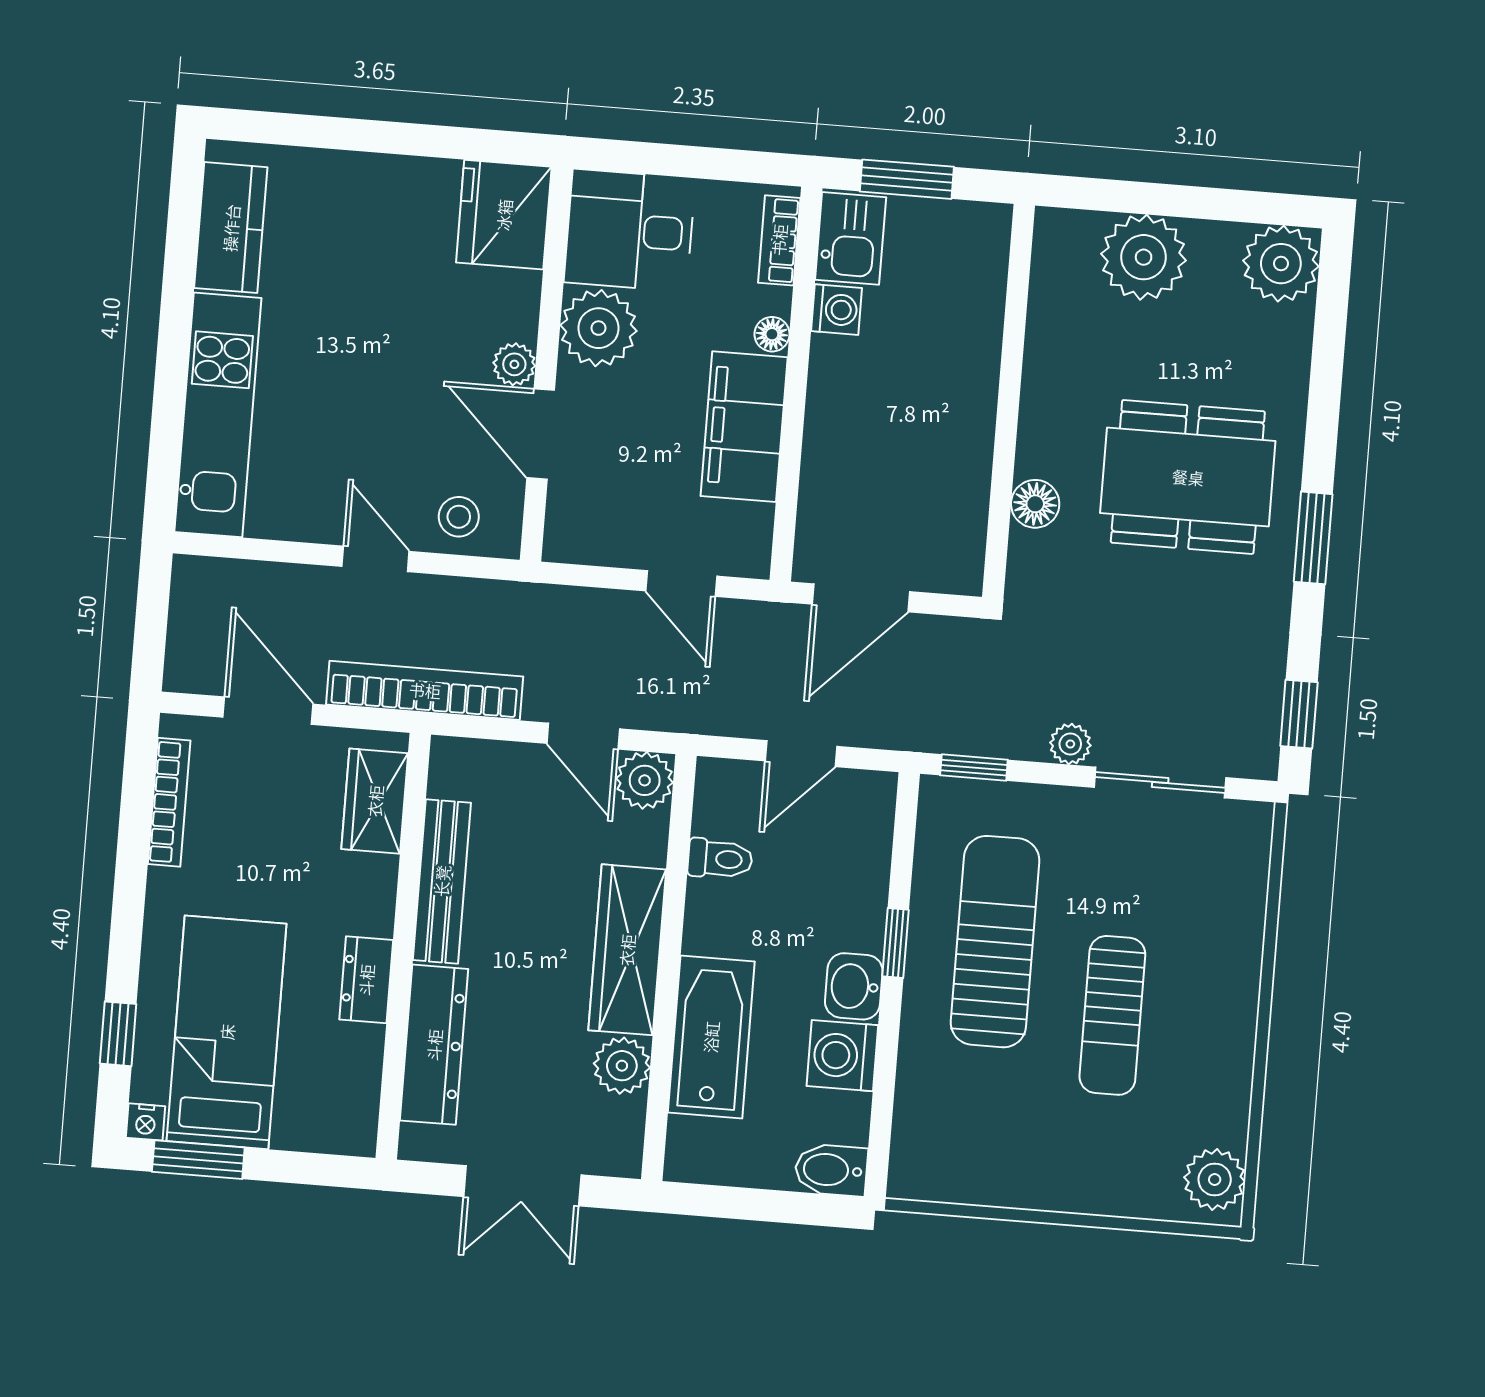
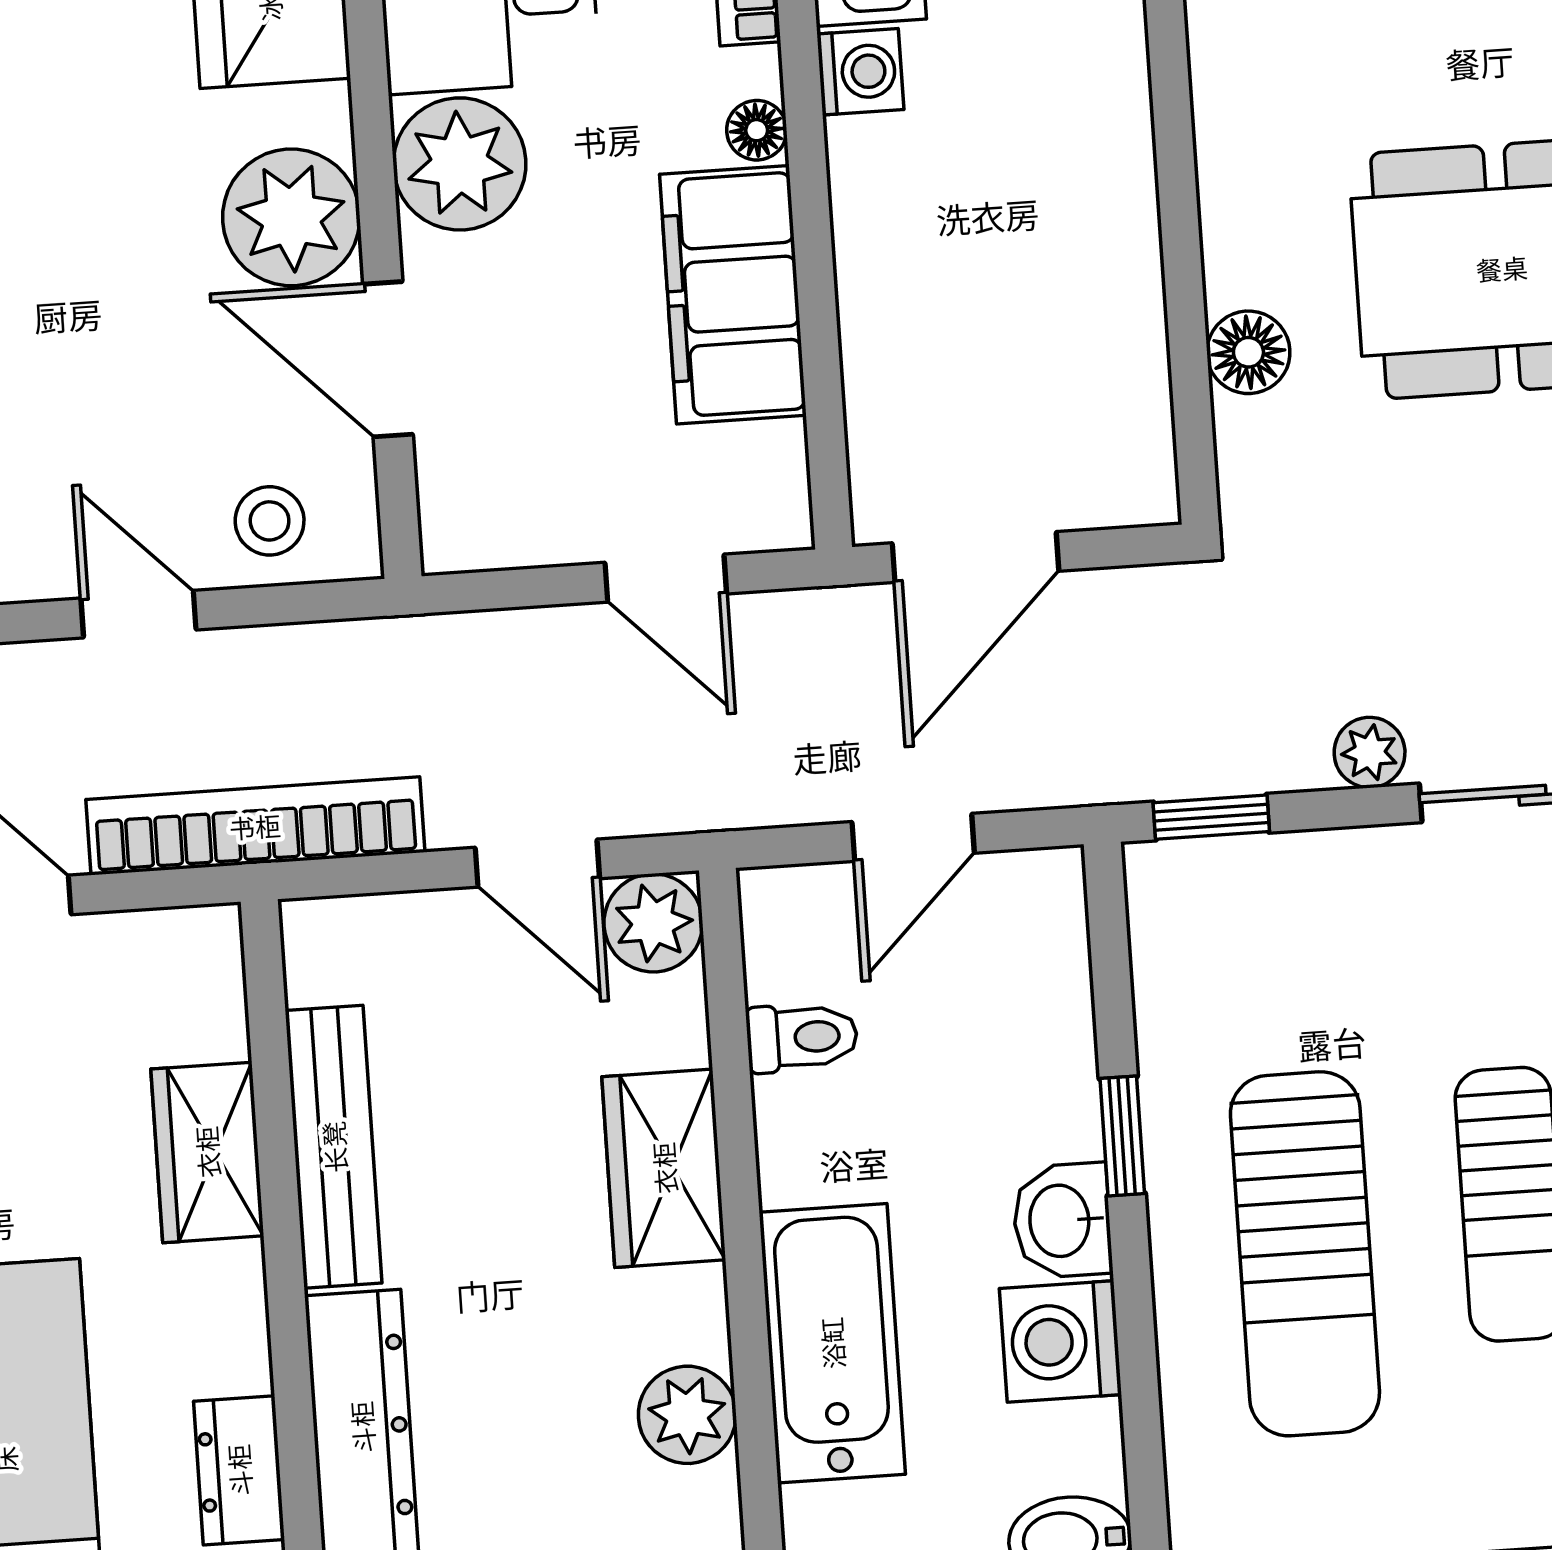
plant: (514, 364) -> (291, 217), width x1.88, depth x1.88
wardrobe: (375, 801) -> (207, 1152), moved
sun lounger: (995, 942) -> (1305, 1254), moved, turned 180
wardrobe: (627, 950) -> (664, 1168), width x0.67
dresser: (366, 980) -> (239, 1470), moved

